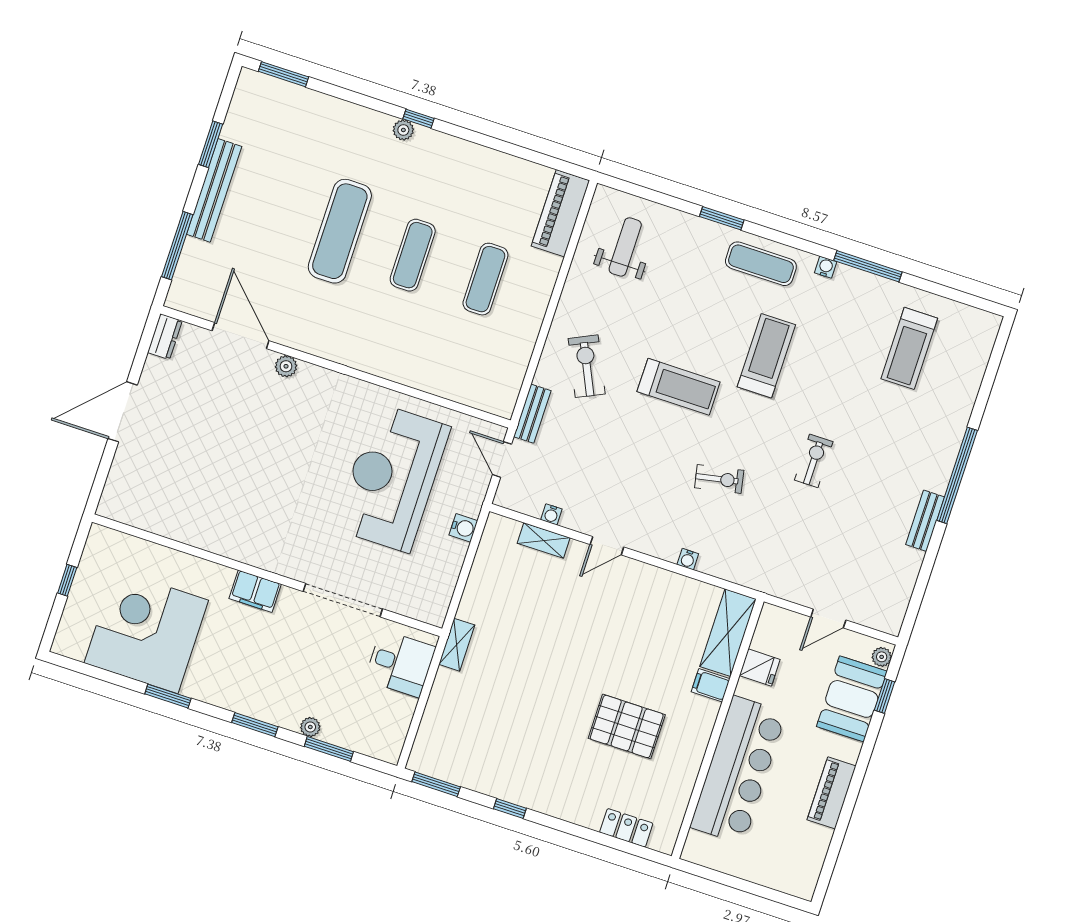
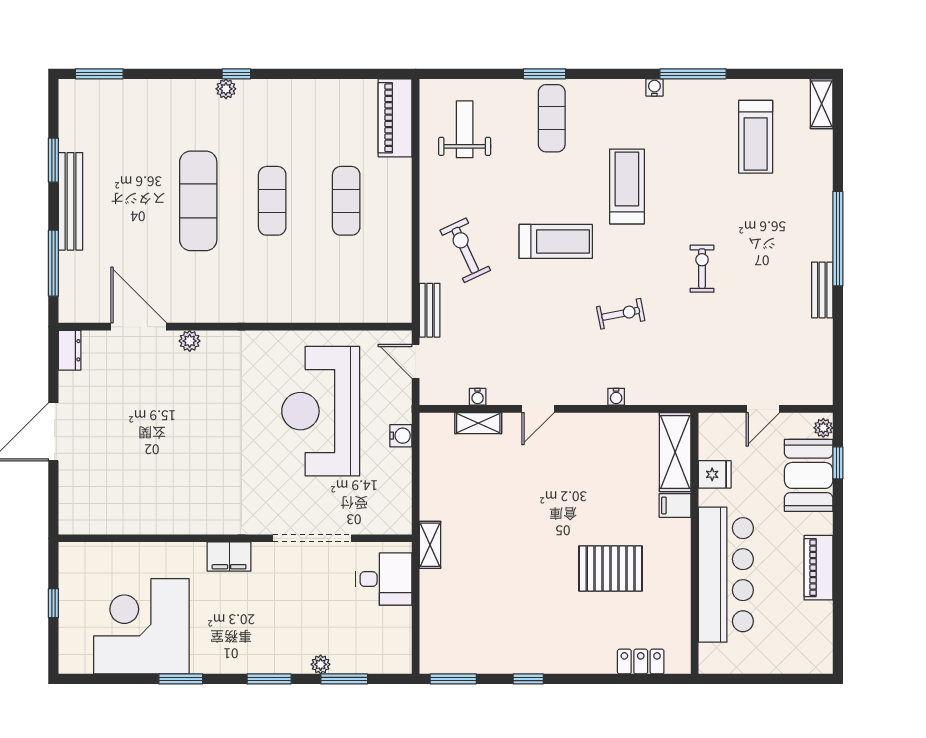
exercise mat: (761, 264) -> (552, 118), moved, turned 90
shelving: (985, 337) -> (822, 104), added

